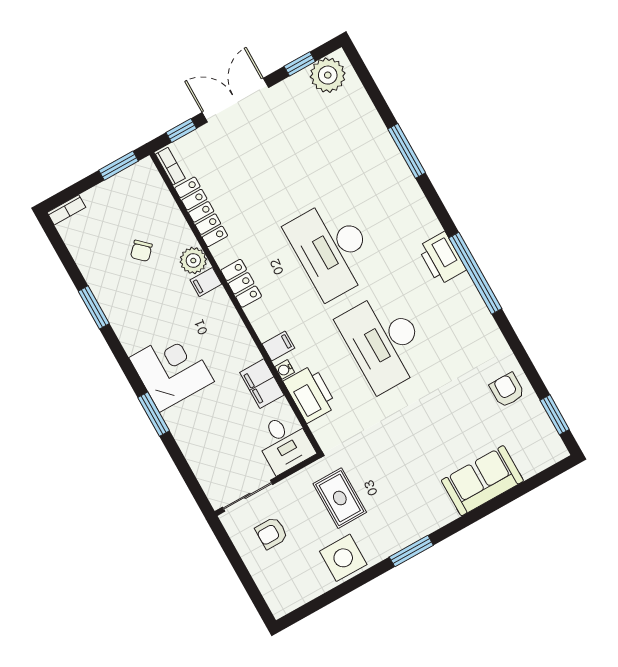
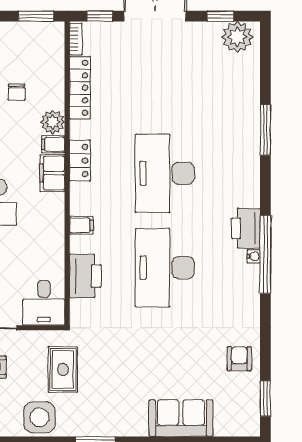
chair: (141, 251) -> (17, 92), turned -43
water cooler: (285, 369) -> (254, 256), moved, turned 180
filing cabinet: (262, 384) -> (52, 173), moved

